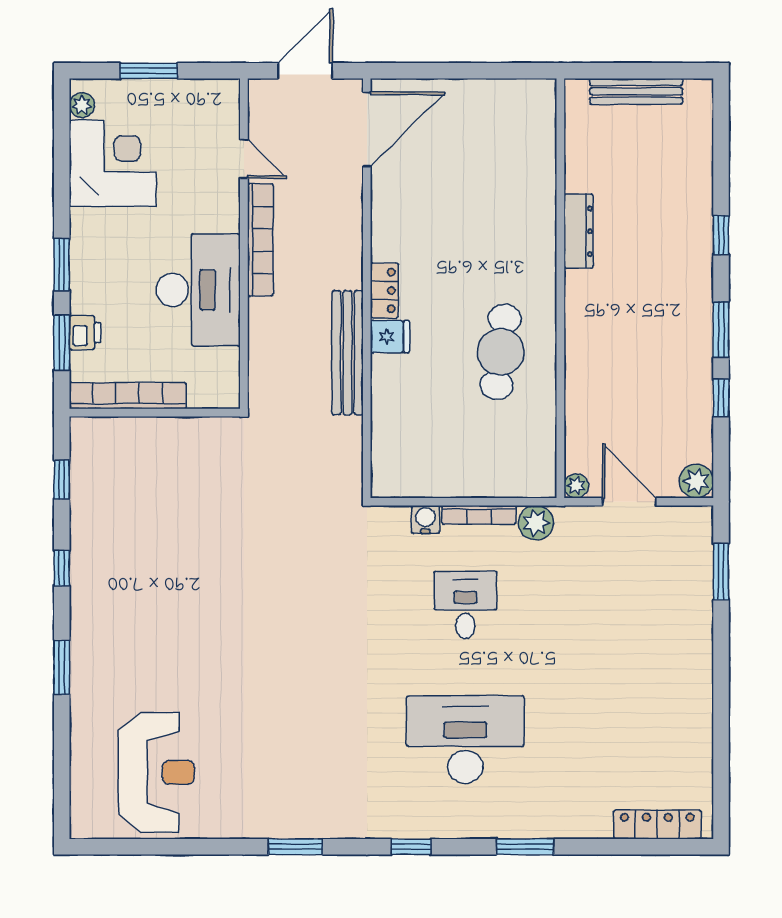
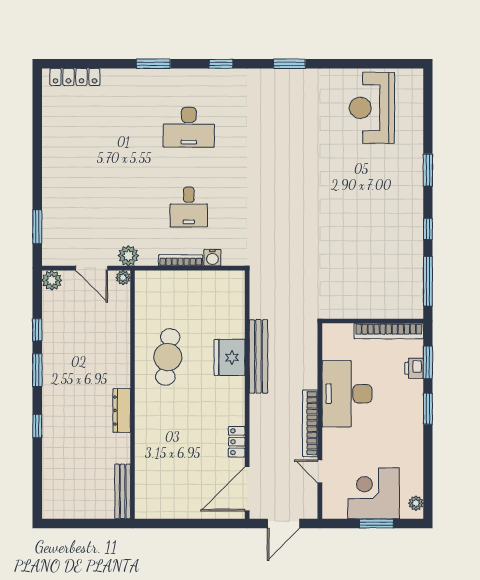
bench: (636, 91) -> (123, 492), moved, turned 90
corner desk: (113, 163) -> (374, 493), moved, turned 90
dresser: (579, 231) -> (122, 410), moved
locker: (384, 290) -> (237, 442), moved
fridge: (390, 337) -> (230, 357), width x1.88, depth x1.34
window: (62, 480) -> (428, 281), width x2.17
plant: (536, 523) -> (128, 256), moved
desk: (465, 740) -> (189, 127), width x0.73, depth x0.77

